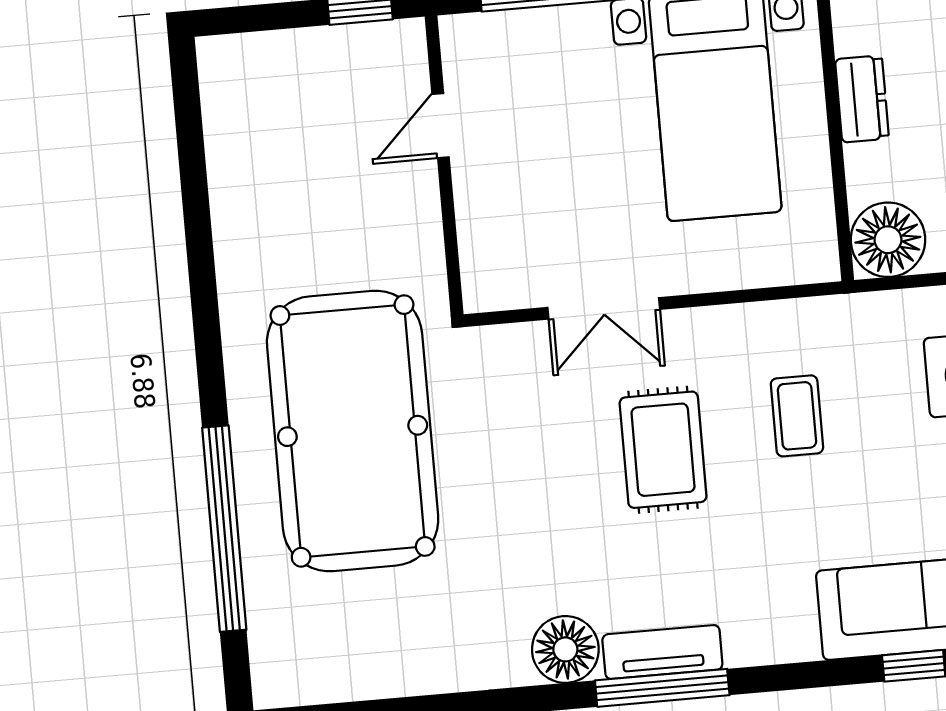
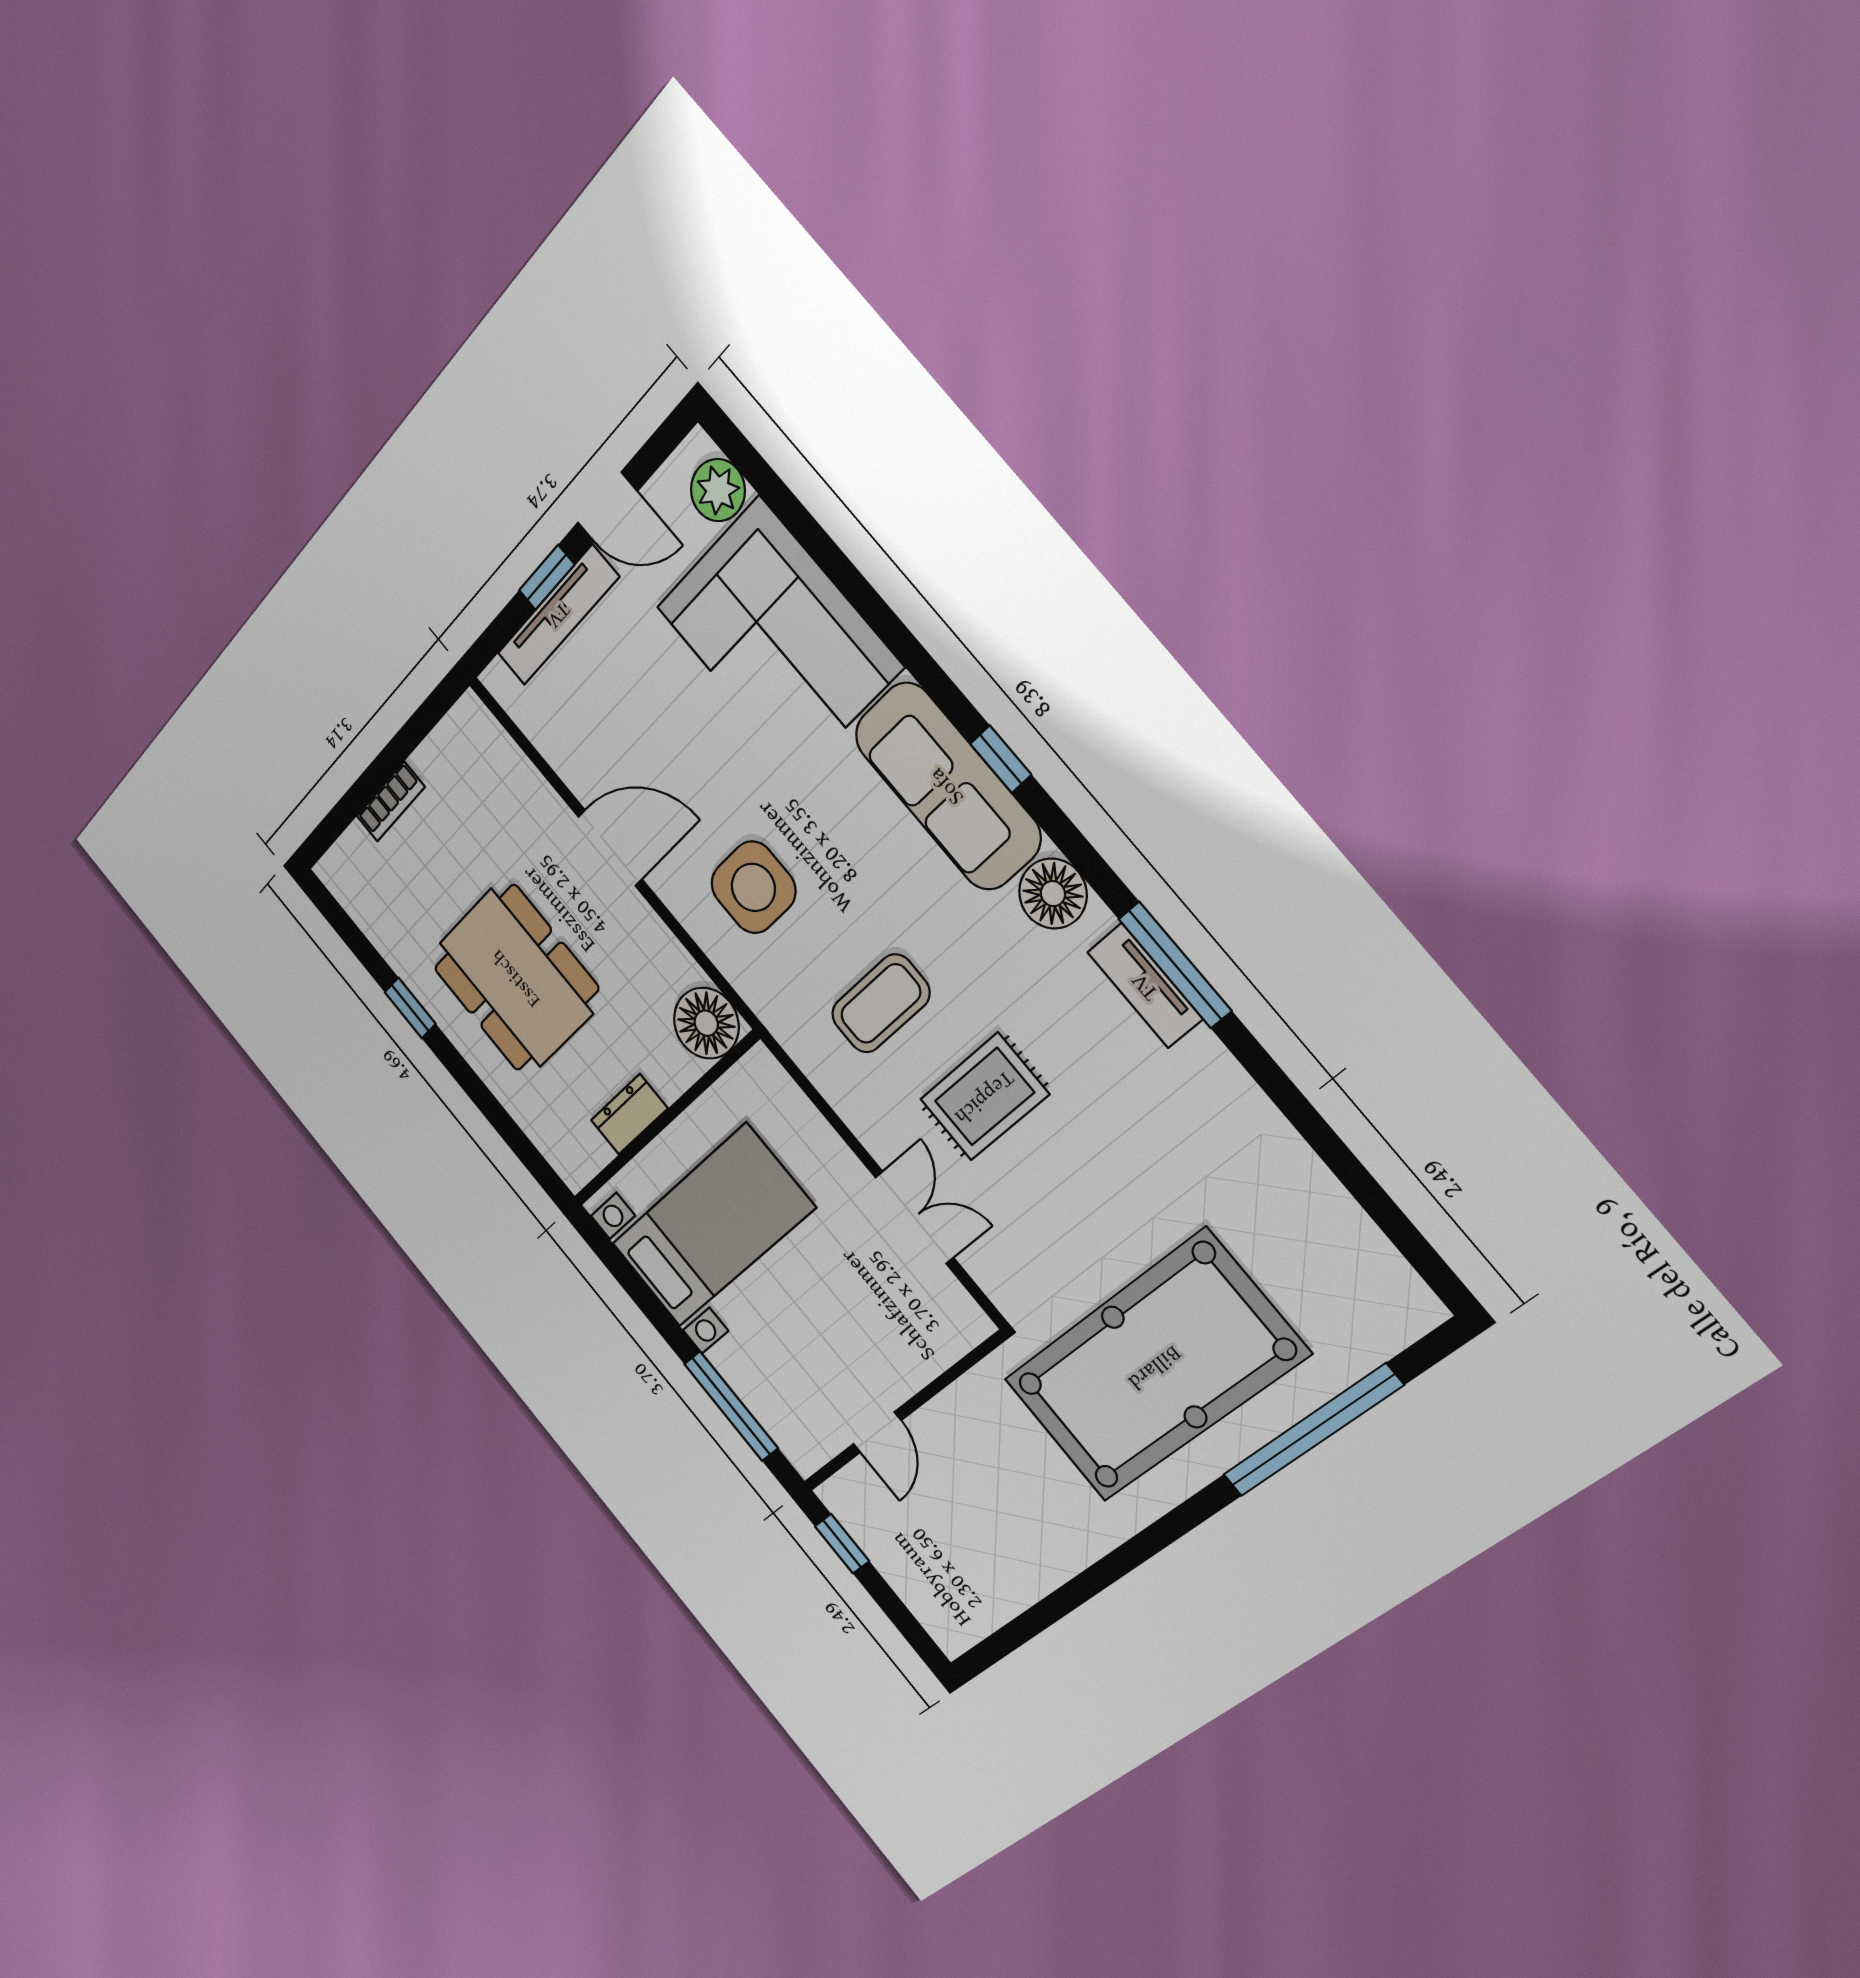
door: (441, 126) -> (877, 1432), hinge flipped
coffee table: (797, 416) -> (881, 1004), width x1.36, depth x1.30
floor lamp: (565, 649) -> (1053, 894), moved

